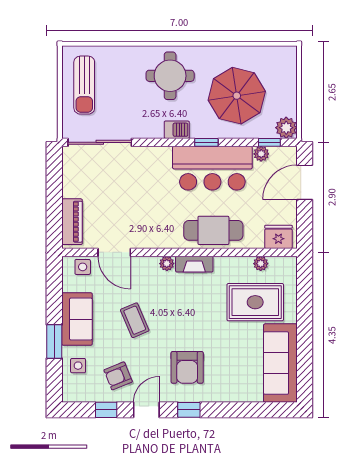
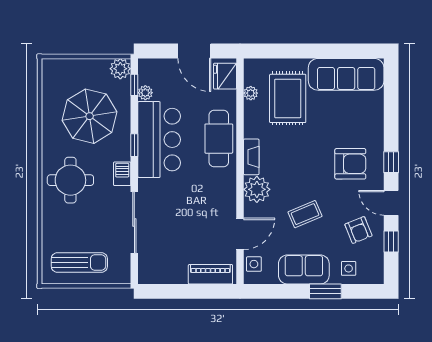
sliding door: (100, 142) -> (134, 223), moved
door: (305, 182) -> (194, 51), moved
plant: (167, 264) -> (257, 189), width x1.87, depth x1.87

